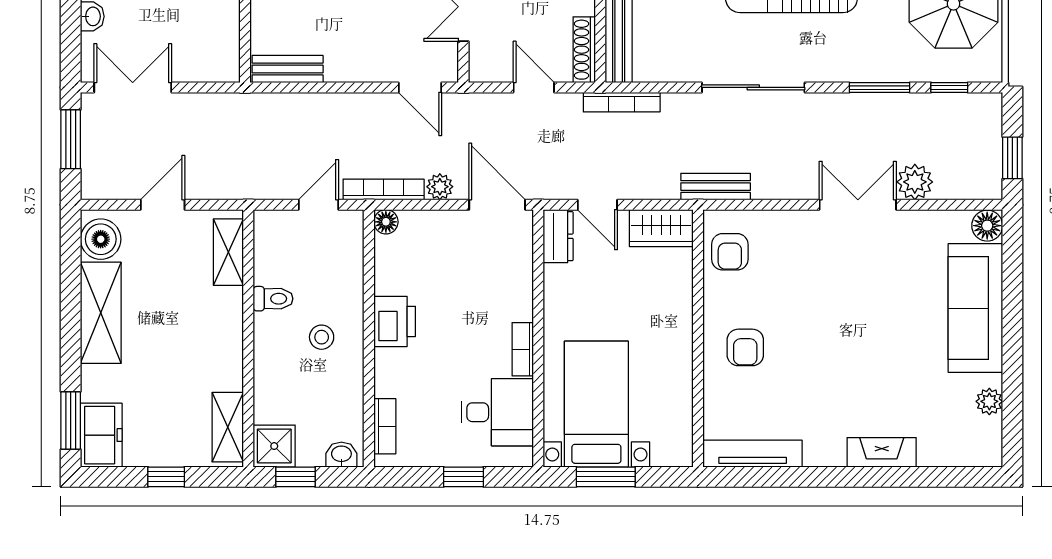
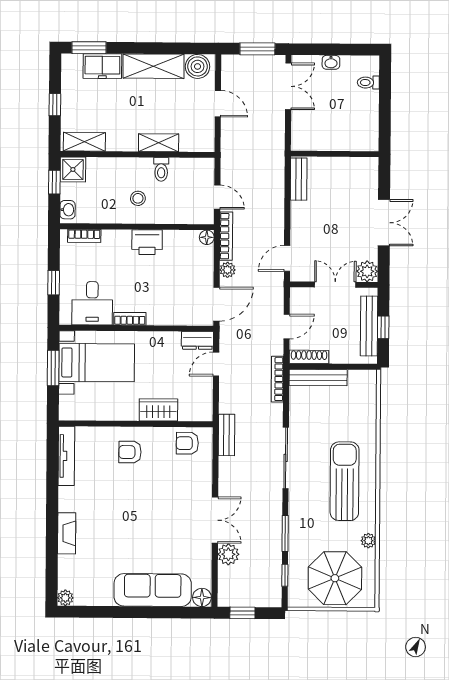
wardrobe: (661, 228) -> (158, 410), moved, turned 90
shelving: (228, 252) -> (159, 143), moved
plant: (989, 401) -> (65, 598), moved
freezer: (101, 435) -> (102, 66), moved

